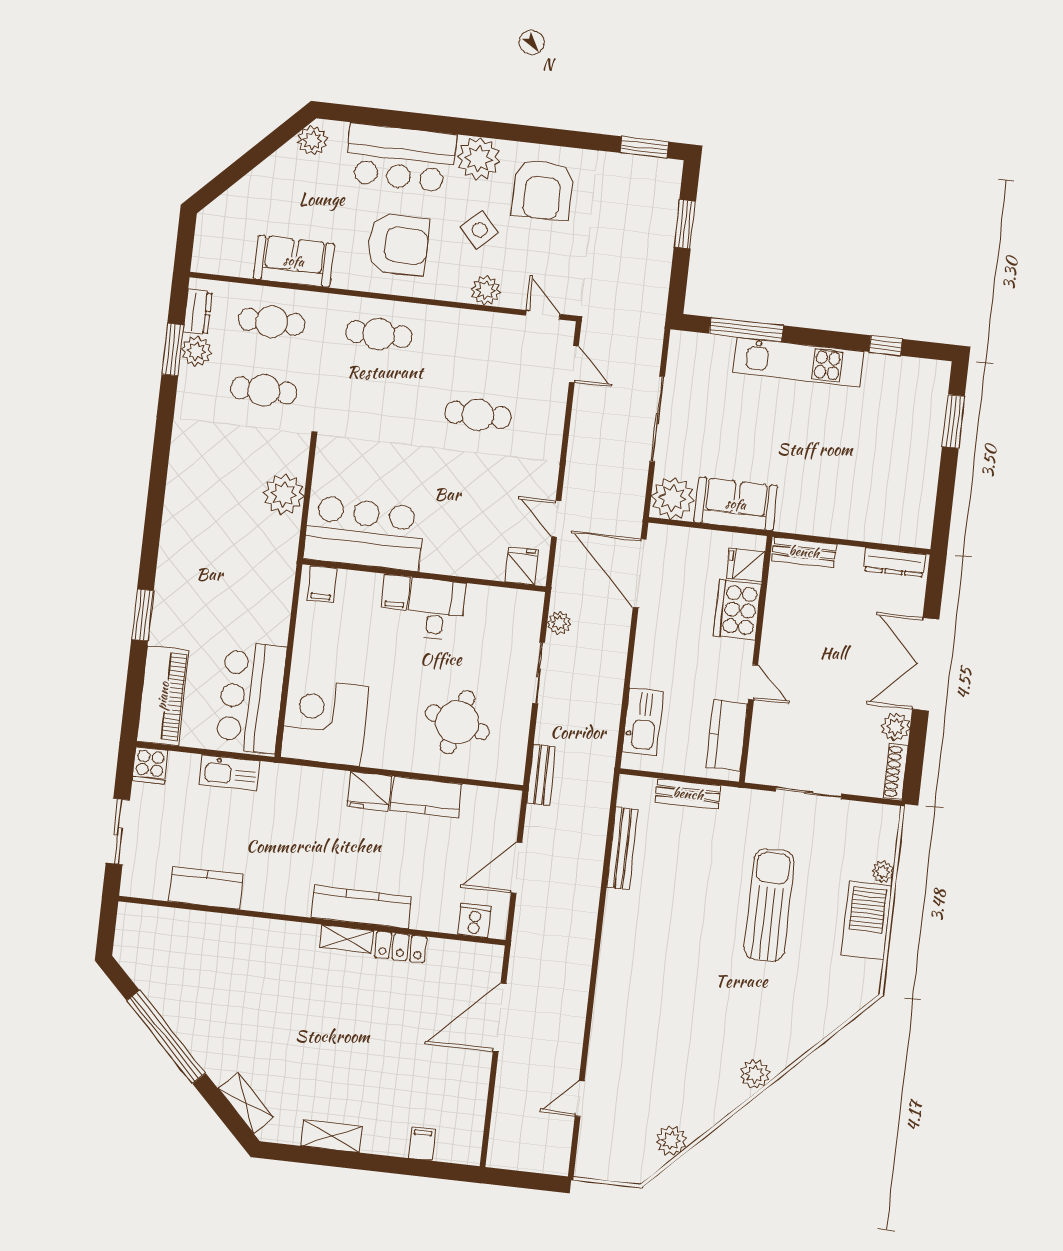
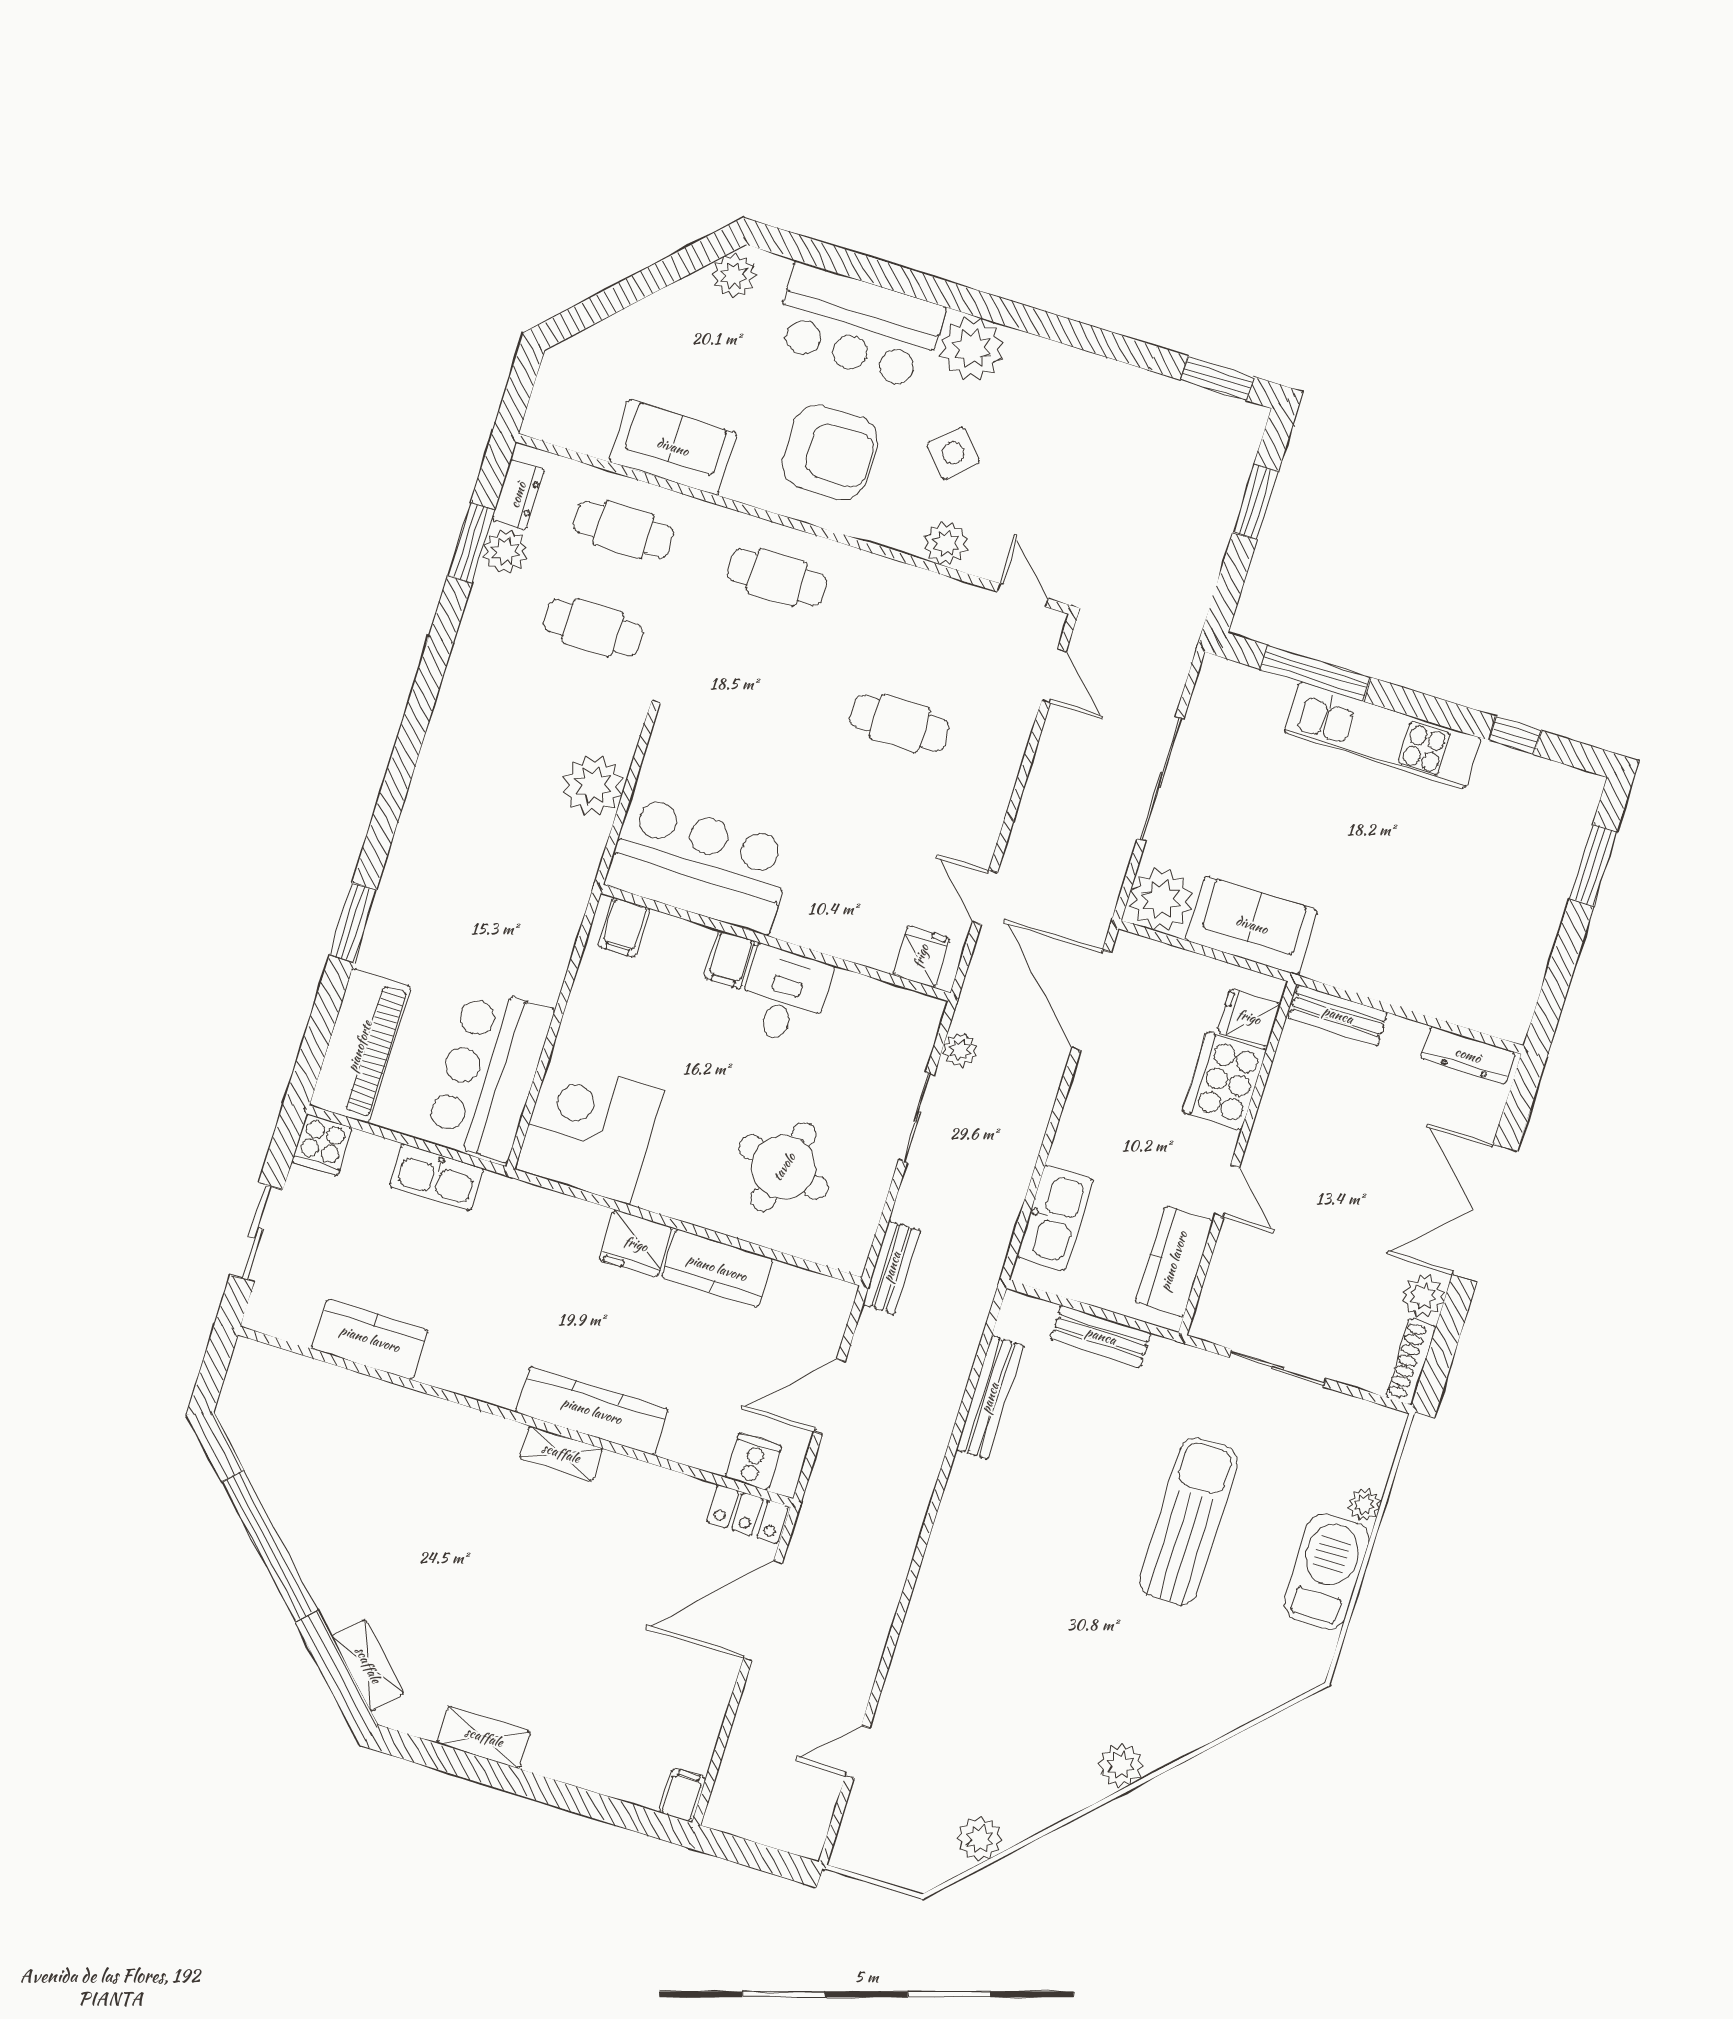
armchair: (543, 190) -> (1057, 412), removed
locker: (401, 947) -> (747, 1514), moved
filing cabinet: (422, 1144) -> (682, 1795), moved

